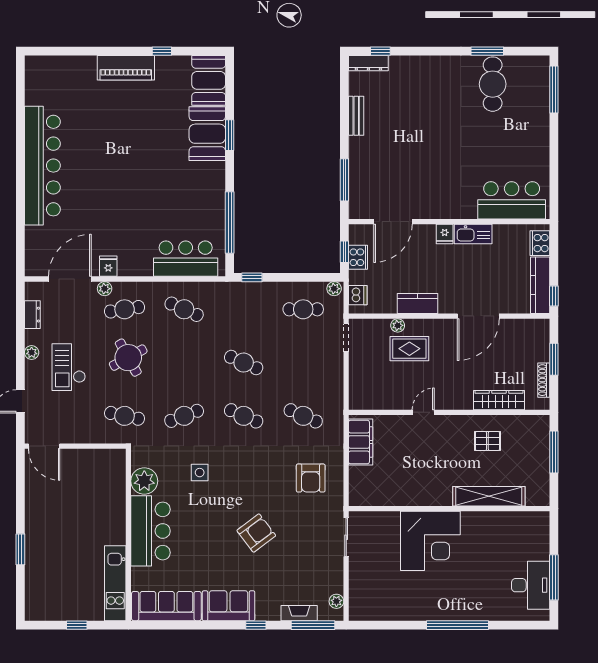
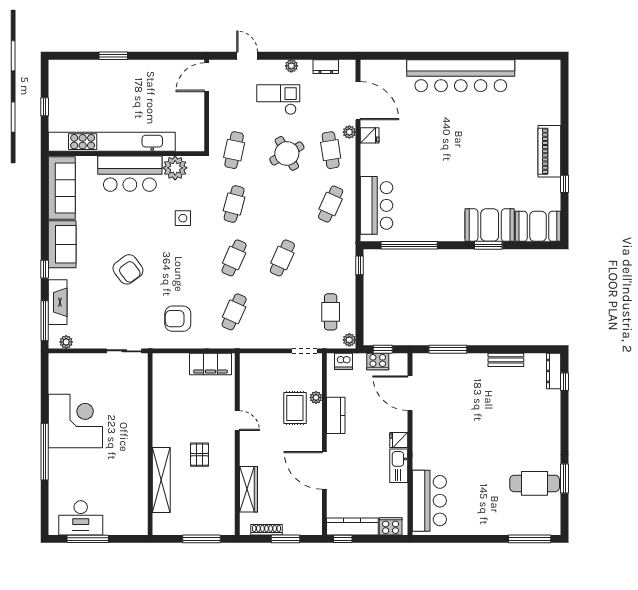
cafe table: (184, 416) -> (234, 204), turned 36
pallet: (487, 441) -> (200, 455), moved
corner desk: (430, 541) -> (75, 421), moved, turned 180
kitchen unit: (115, 583) -> (112, 142), width x1.86
fireplace: (299, 613) -> (58, 302), width x1.37, depth x1.32

